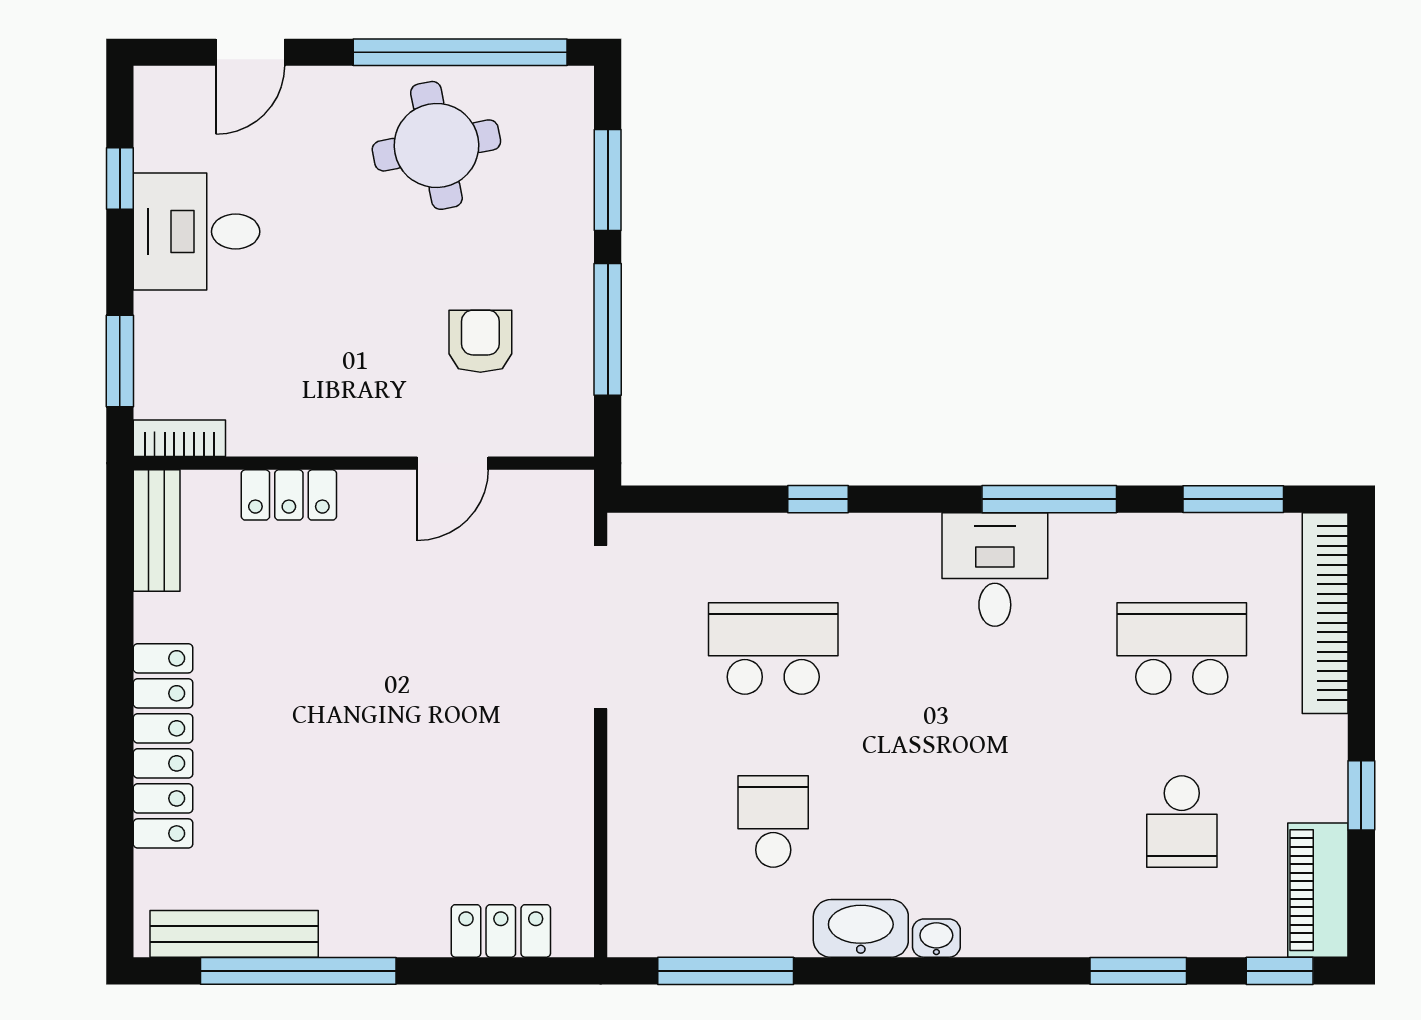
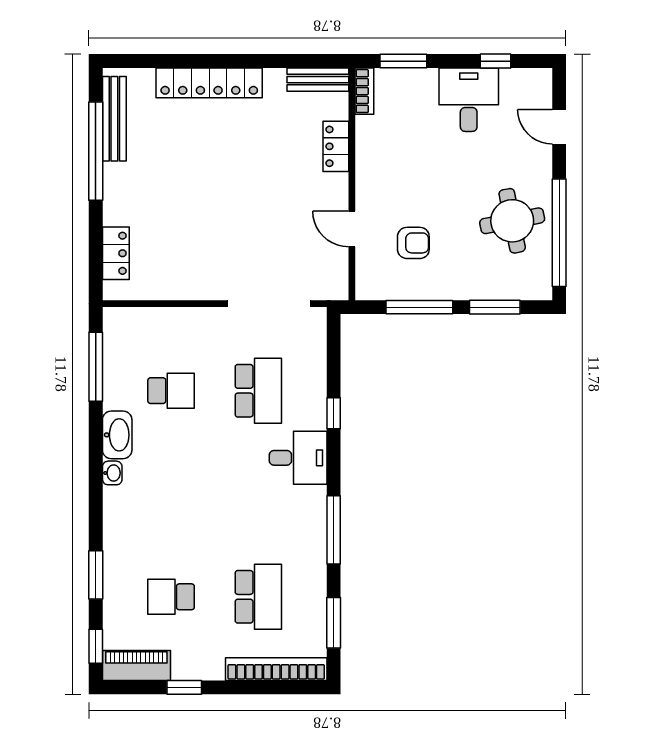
desk: (995, 570) -> (298, 458), moved

